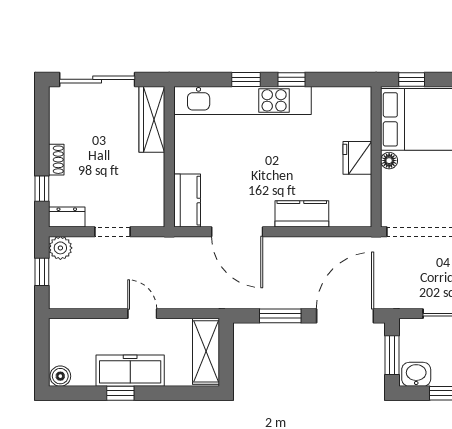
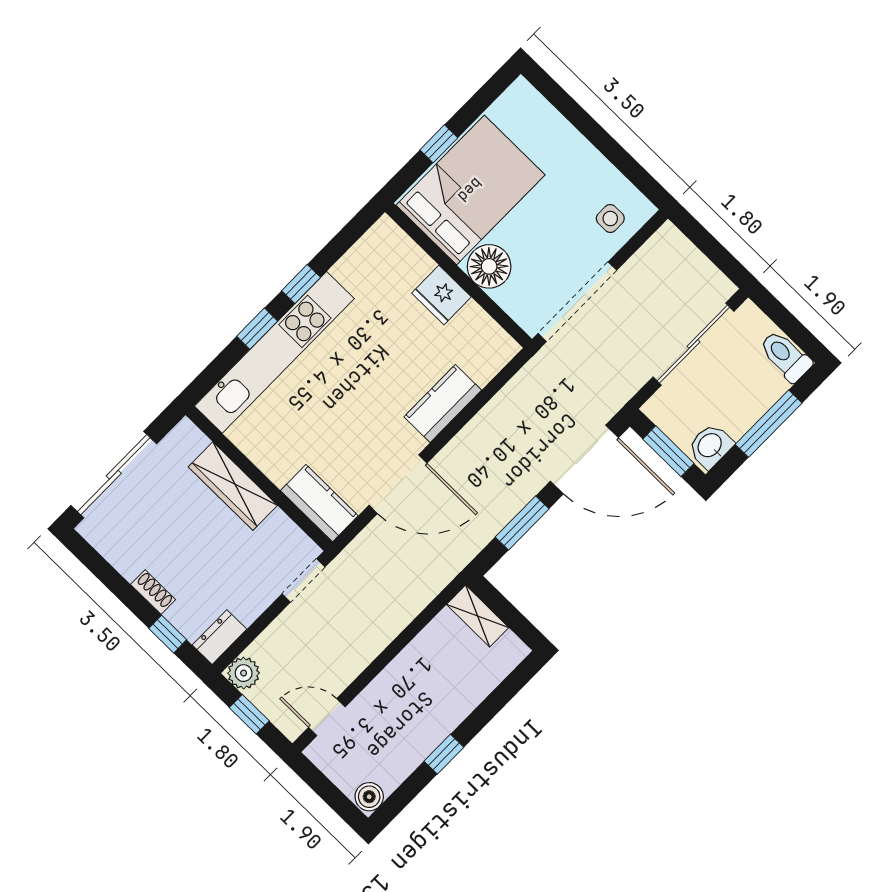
window: (412, 79) -> (439, 144), moved
wardrobe: (152, 119) -> (233, 486), moved
floor lamp: (389, 161) -> (489, 266), width x1.89, depth x1.89
doorway: (113, 232) -> (303, 580), moved
door: (142, 314) -> (327, 717), moved
door: (345, 316) -> (584, 459), swing flipped
shelving: (206, 351) -> (478, 616), width x0.67, depth x0.75
freezer: (130, 371) -> (431, 723), removed

